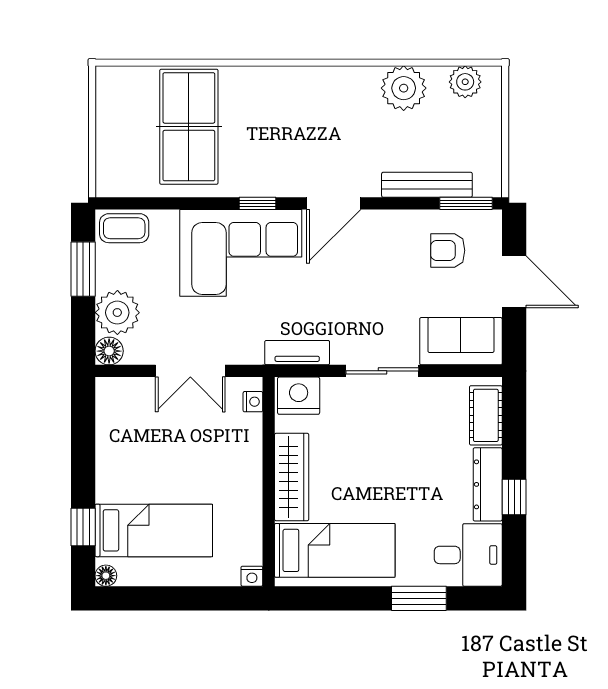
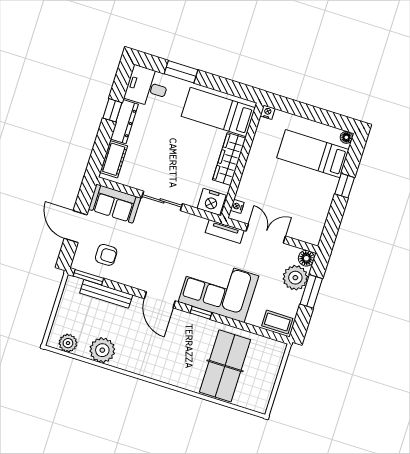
door: (334, 203) -> (160, 300), swing flipped
window: (83, 269) -> (311, 291), moved
tv unit: (297, 353) -> (225, 232), moved
window: (83, 527) -> (345, 186), moved

